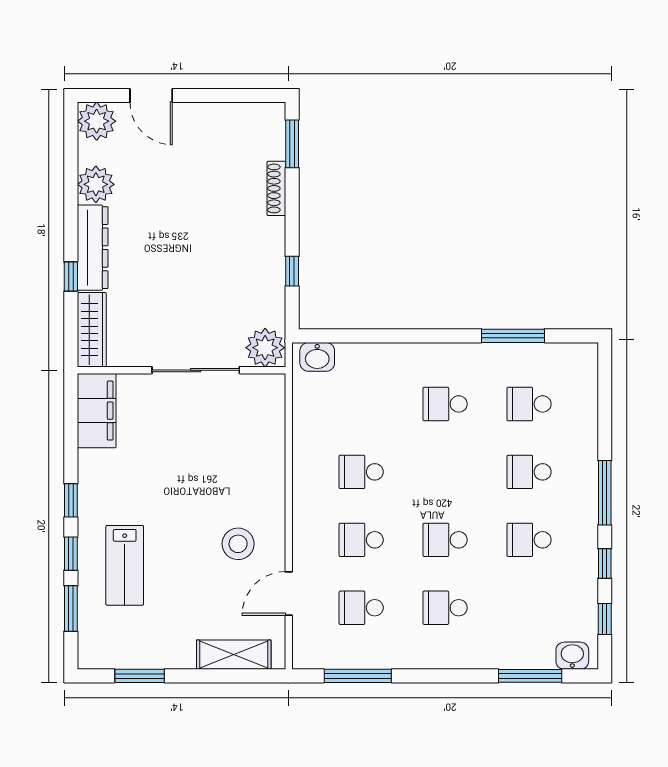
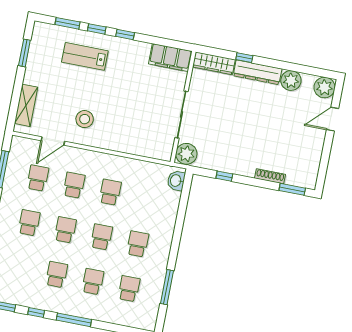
school desk: (445, 472) -> (101, 237), added
door: (289, 593) -> (53, 141), swing flipped

